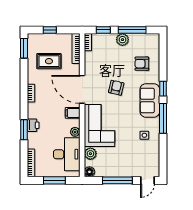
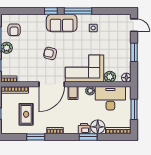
window: (24, 48) -> (36, 137), moved
armchair: (142, 64) -> (14, 30), moved
floor lamp: (35, 140) -> (98, 127), added
window: (117, 180) -> (134, 52), width x0.69

